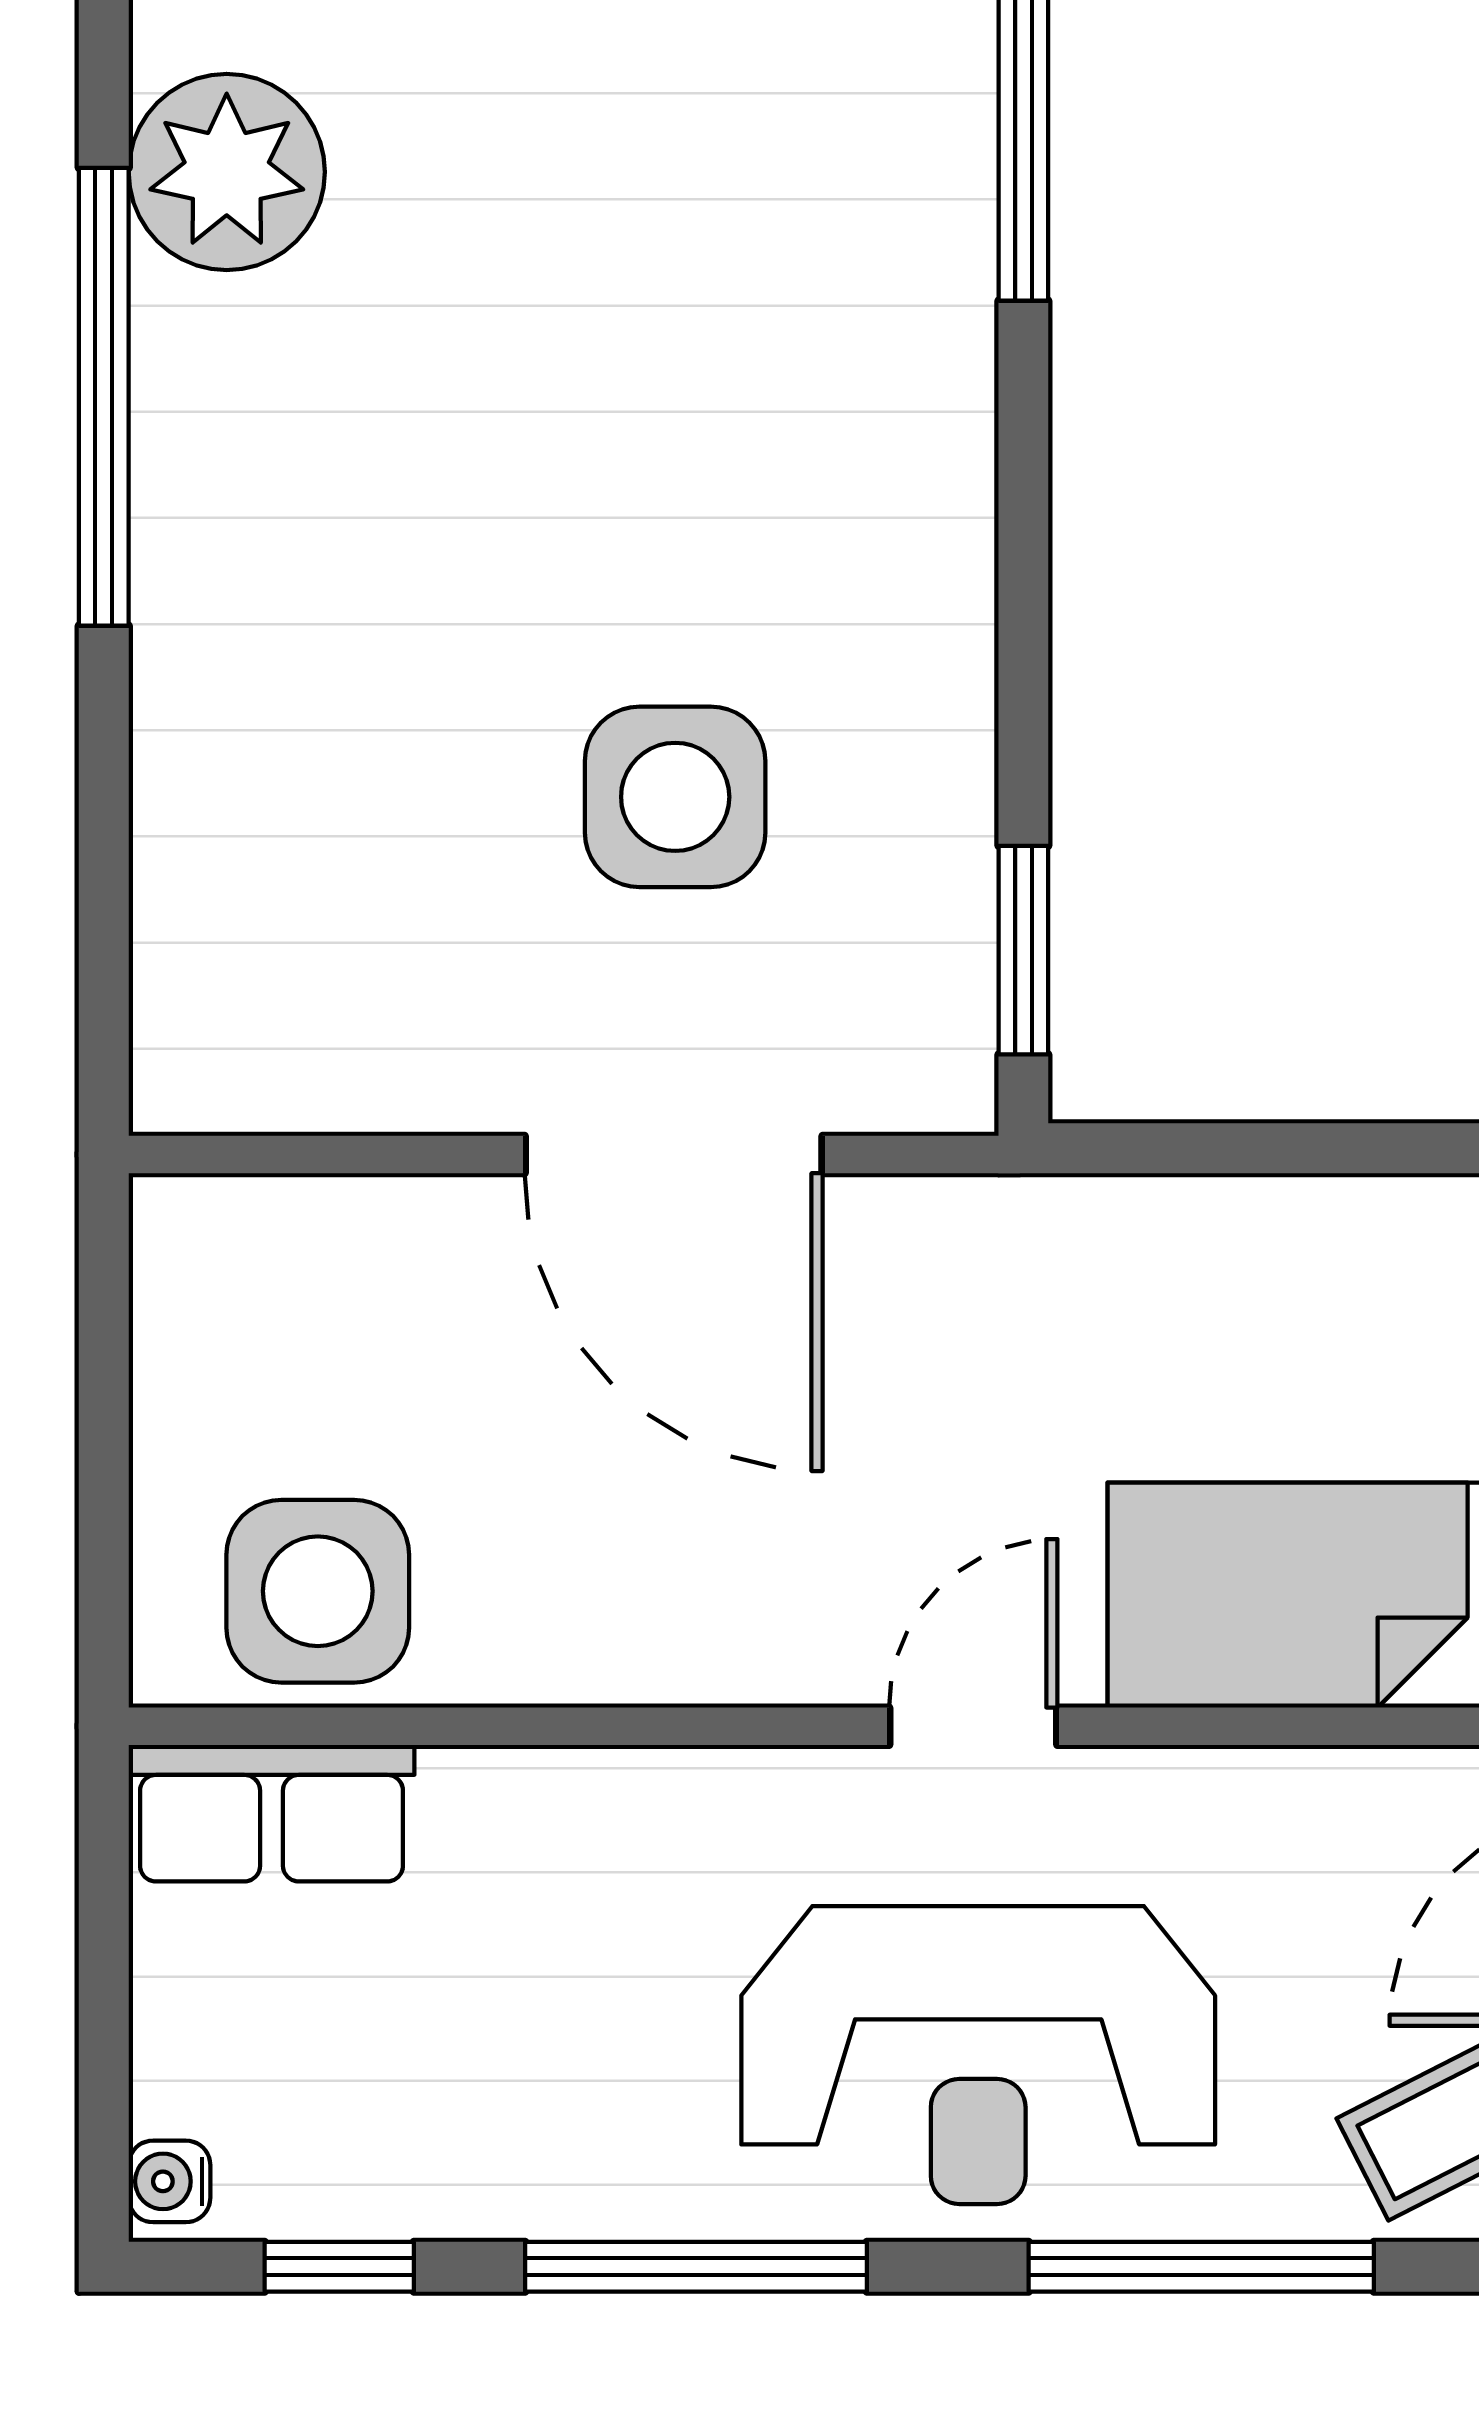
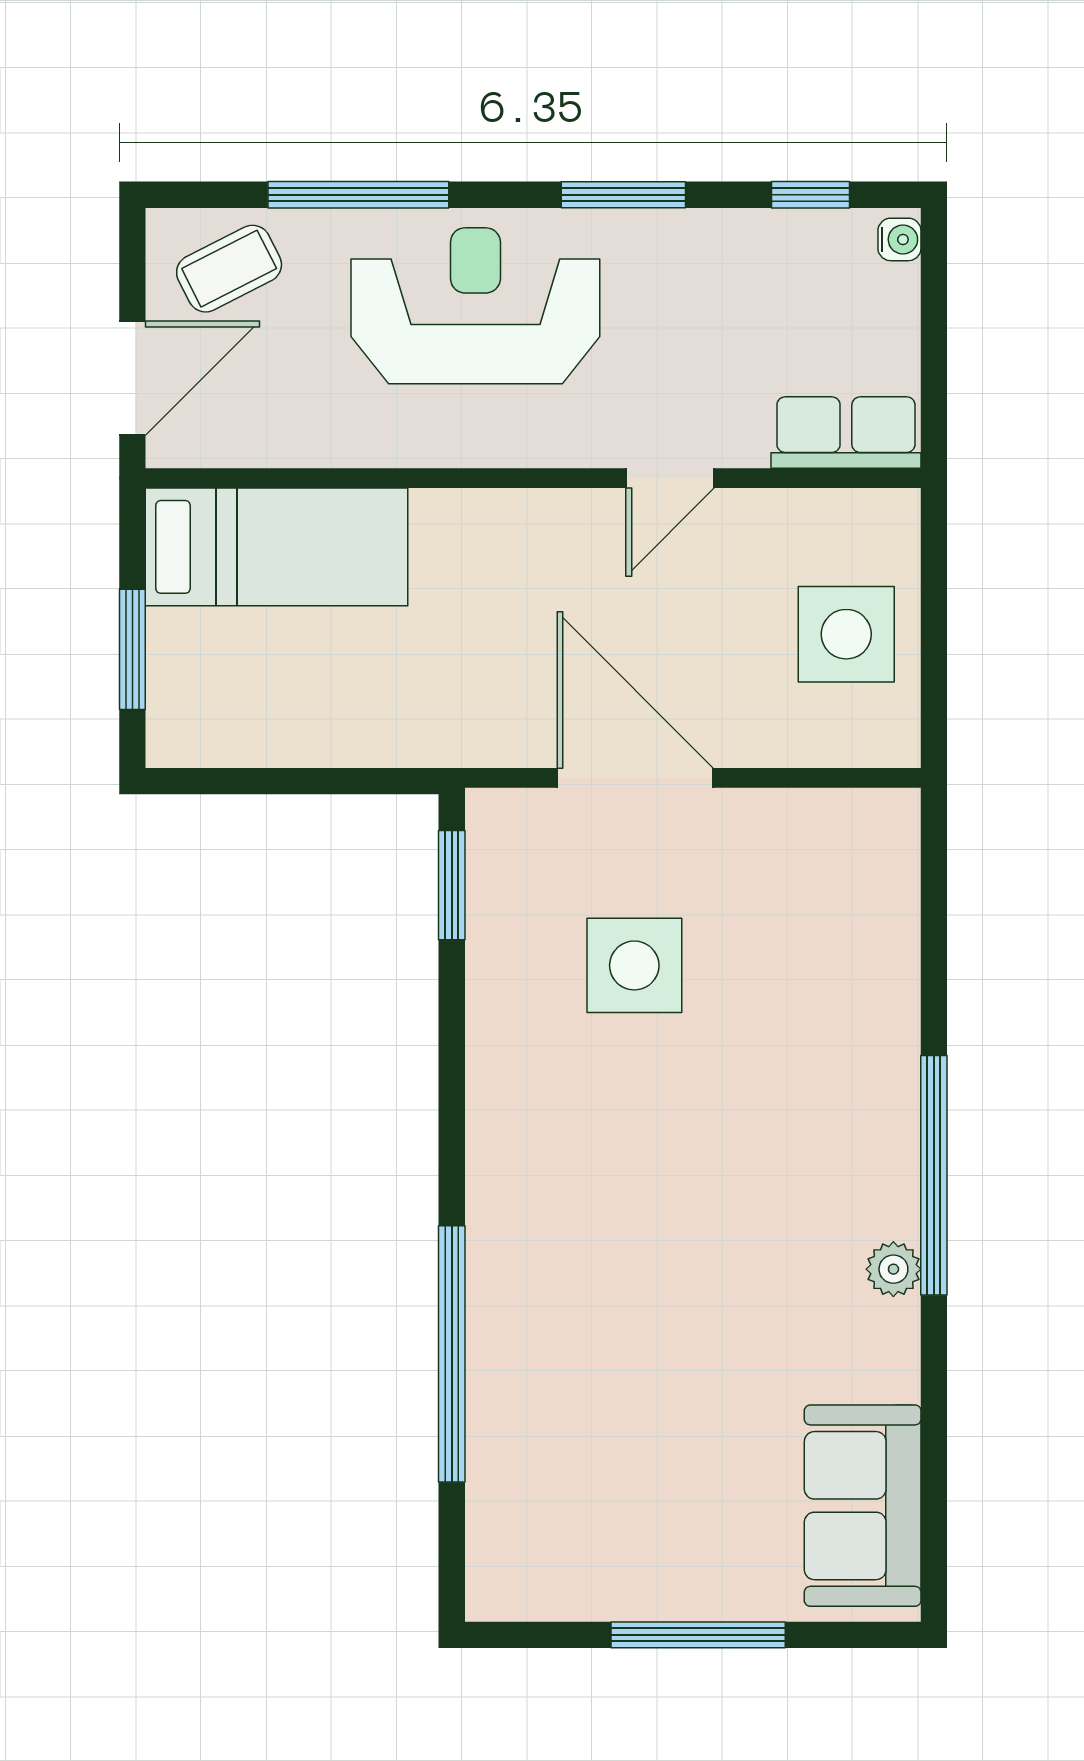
plant: (227, 172) -> (893, 1269), width x0.53, depth x0.53
side table: (318, 1591) -> (846, 634), moved
door: (973, 1726) -> (670, 478), moved
window: (696, 2267) -> (623, 195), width x0.69

